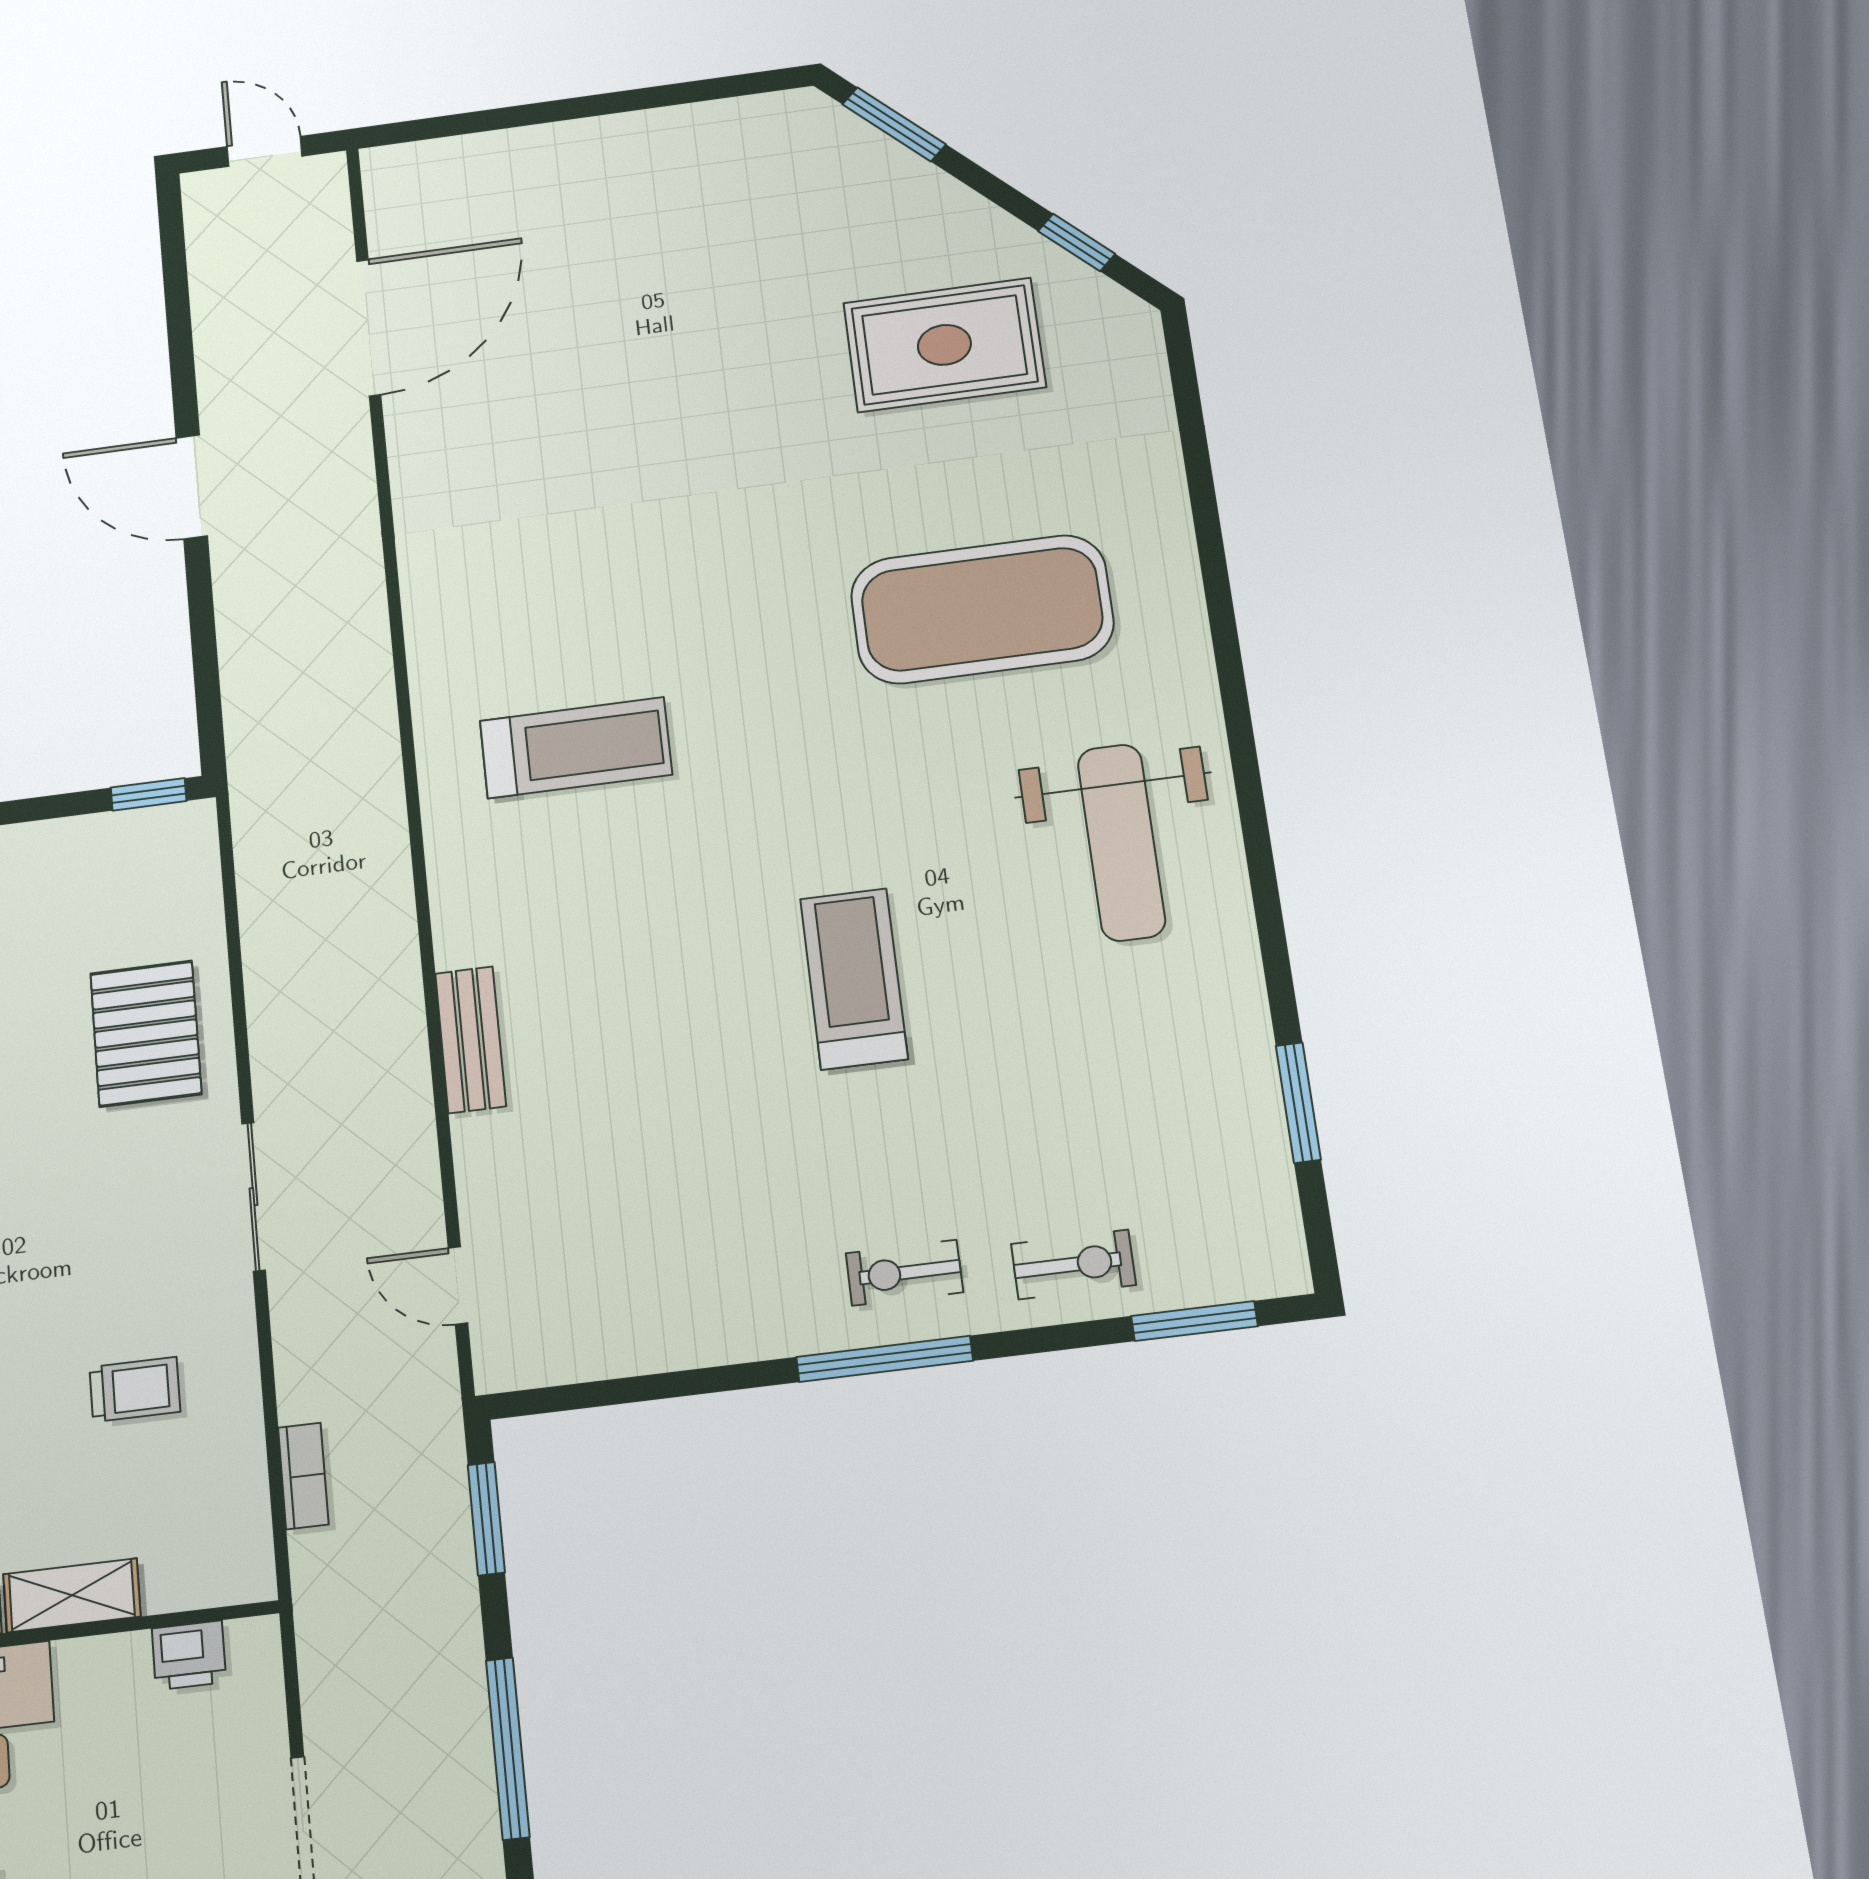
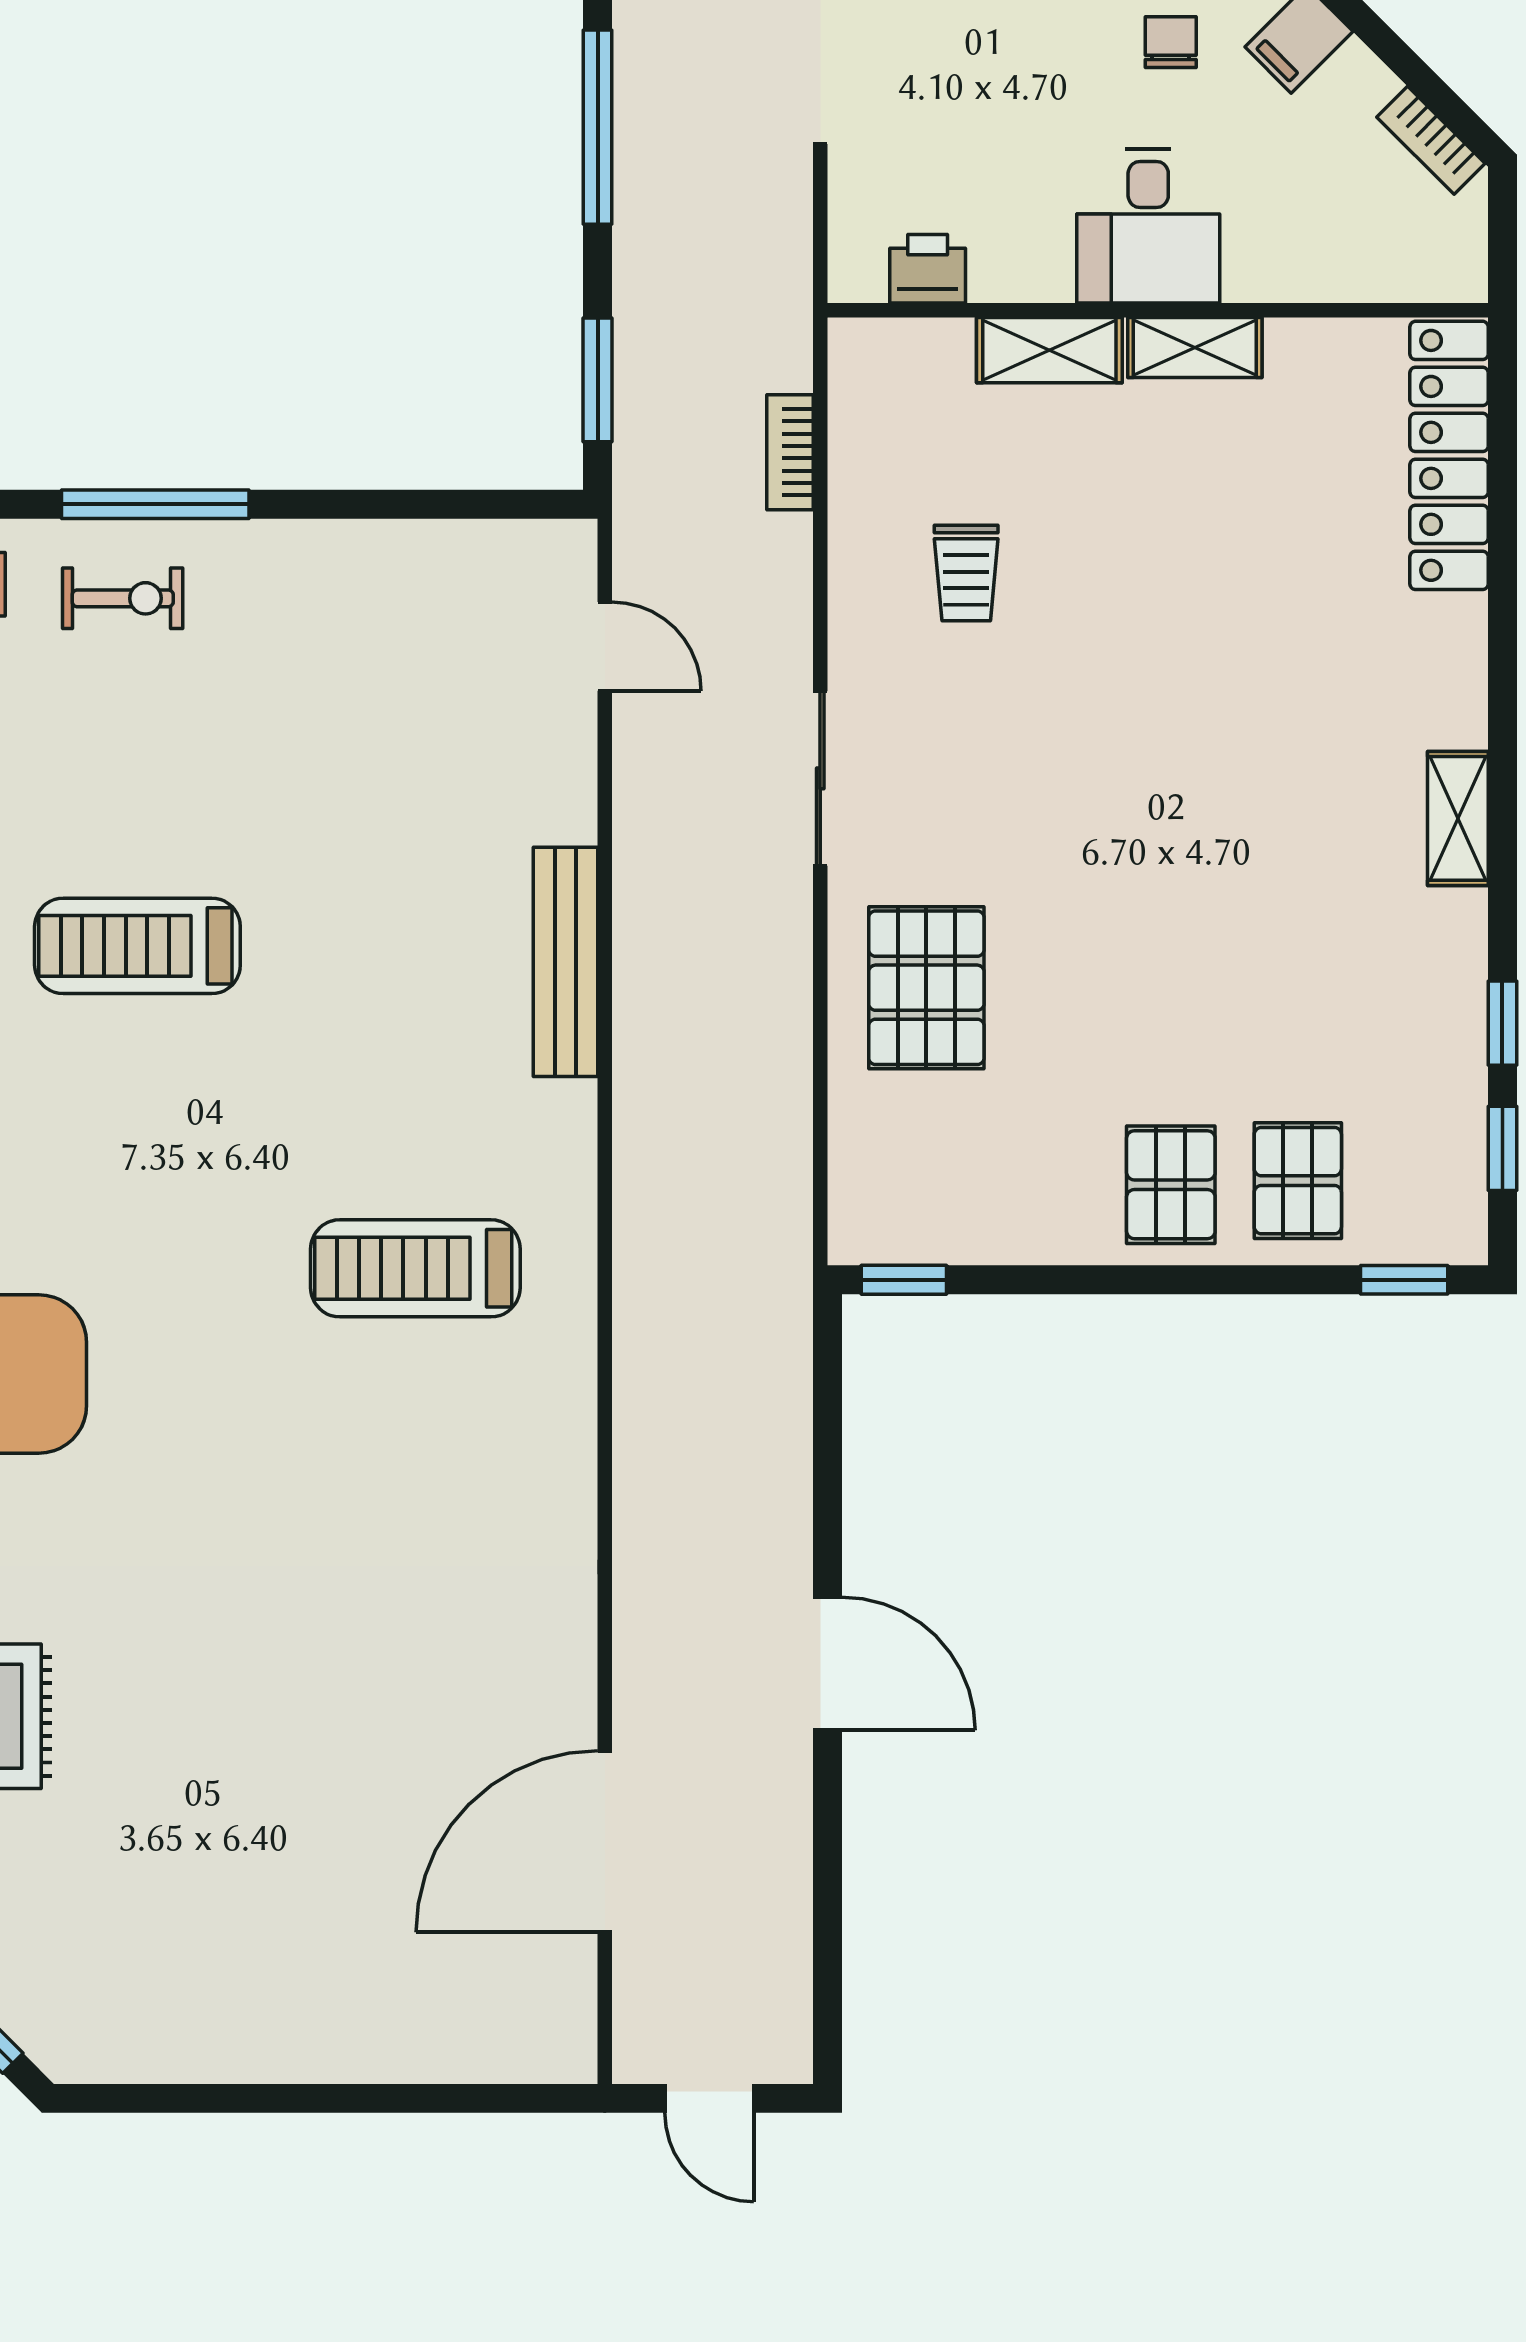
treadmill: (854, 979) -> (137, 946), turned 90
bench: (471, 1040) -> (565, 962), width x1.36
trolley: (135, 1389) -> (966, 573), turned -90

